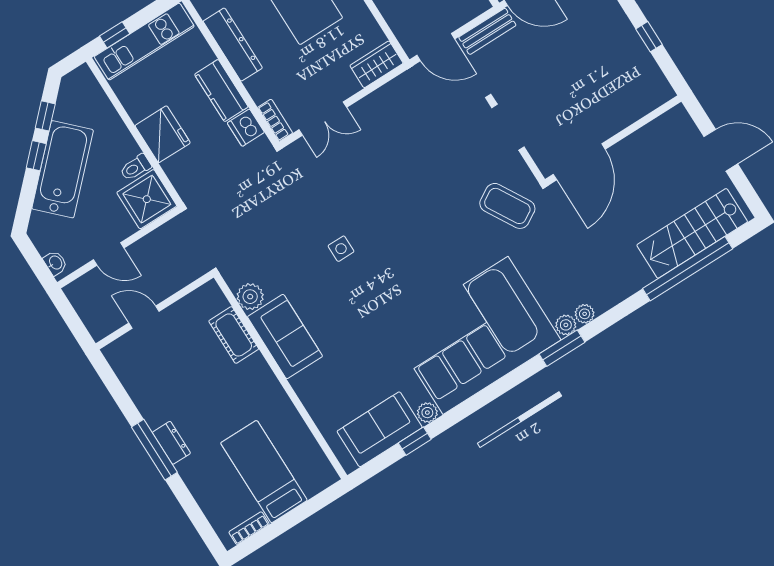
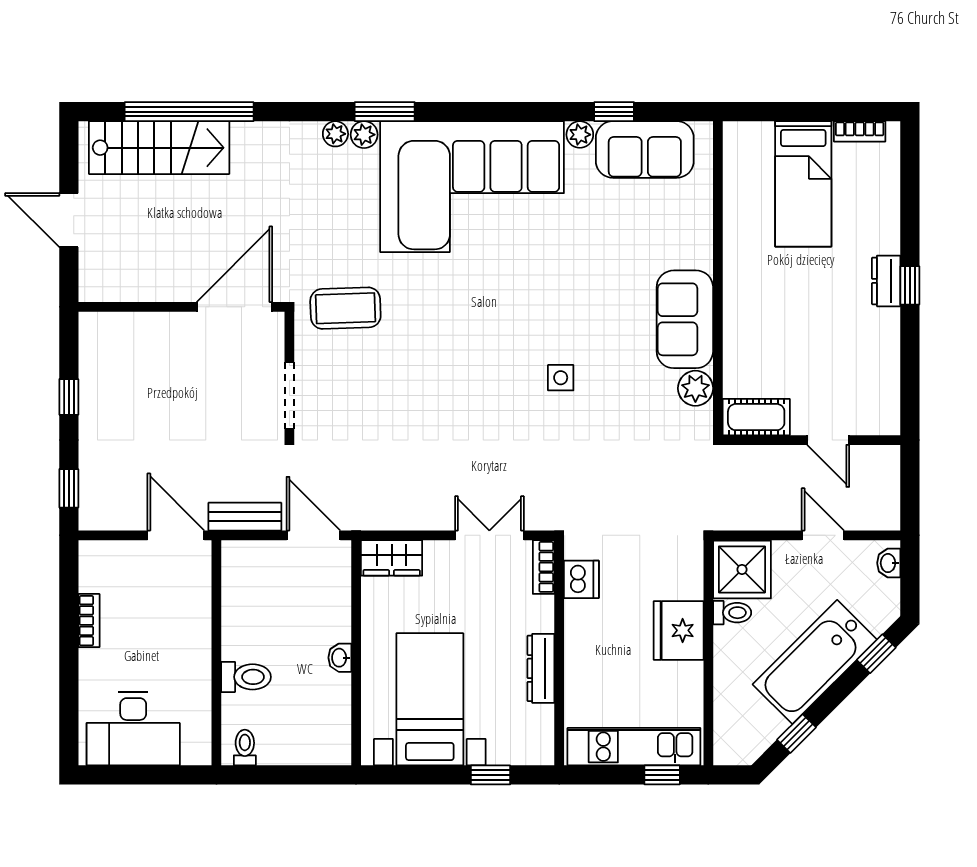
dresser: (233, 45) -> (541, 668), width x0.73, depth x0.80
kitchen counter: (221, 91) -> (583, 638), removed
window: (36, 156) -> (876, 654), moved
coffee table: (507, 206) -> (345, 308), turned -62
cot: (234, 335) -> (756, 417), moved, turned 90
window: (154, 450) -> (910, 285), width x0.46

